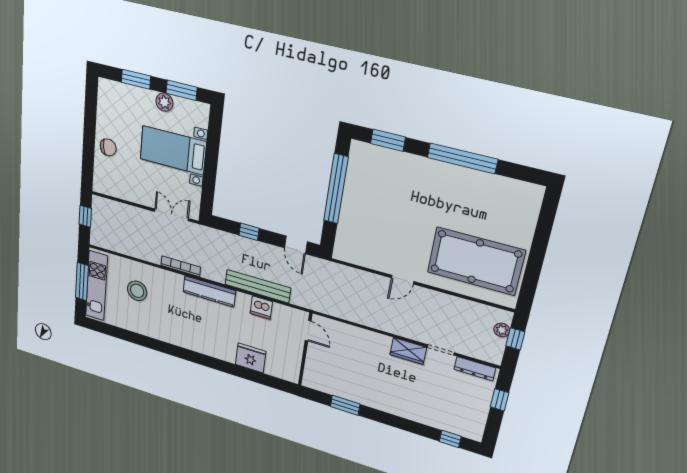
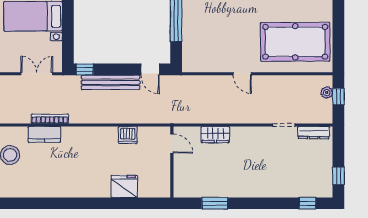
window: (249, 232) -> (85, 69), moved
door: (403, 280) -> (242, 74), hinge flipped
bench: (258, 286) -> (111, 82), moved
kitchen counter: (209, 291) -> (44, 134), moved, width x0.67
wardrobe: (408, 351) -> (215, 135), moved
window: (500, 400) -> (338, 176), moved

